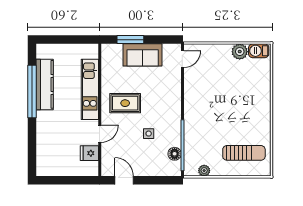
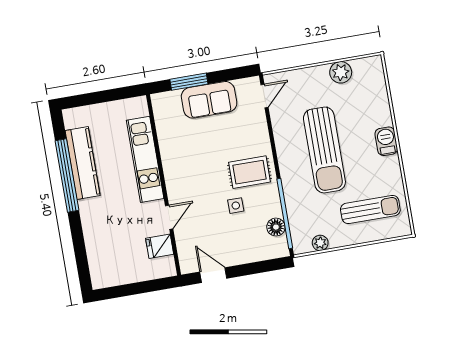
barbecue: (259, 51) -> (386, 141), moved, turned 90
rug: (125, 103) -> (249, 172), moved
sun lounger: (219, 105) -> (324, 150), added

